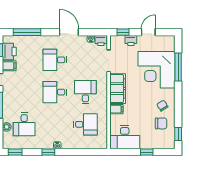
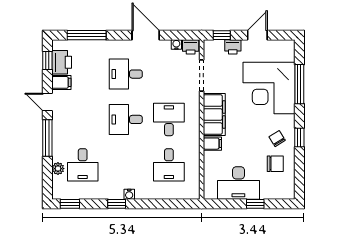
desk: (85, 124) -> (169, 165), turned 90
window: (178, 134) -> (299, 138), moved
desk: (125, 137) -> (238, 183), moved

